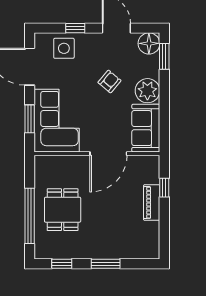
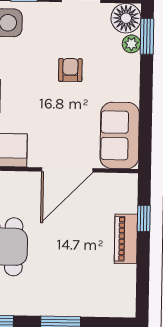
armchair: (109, 82) -> (70, 70), turned -40
plant: (147, 91) -> (131, 44), moved, width x0.53, depth x0.53

